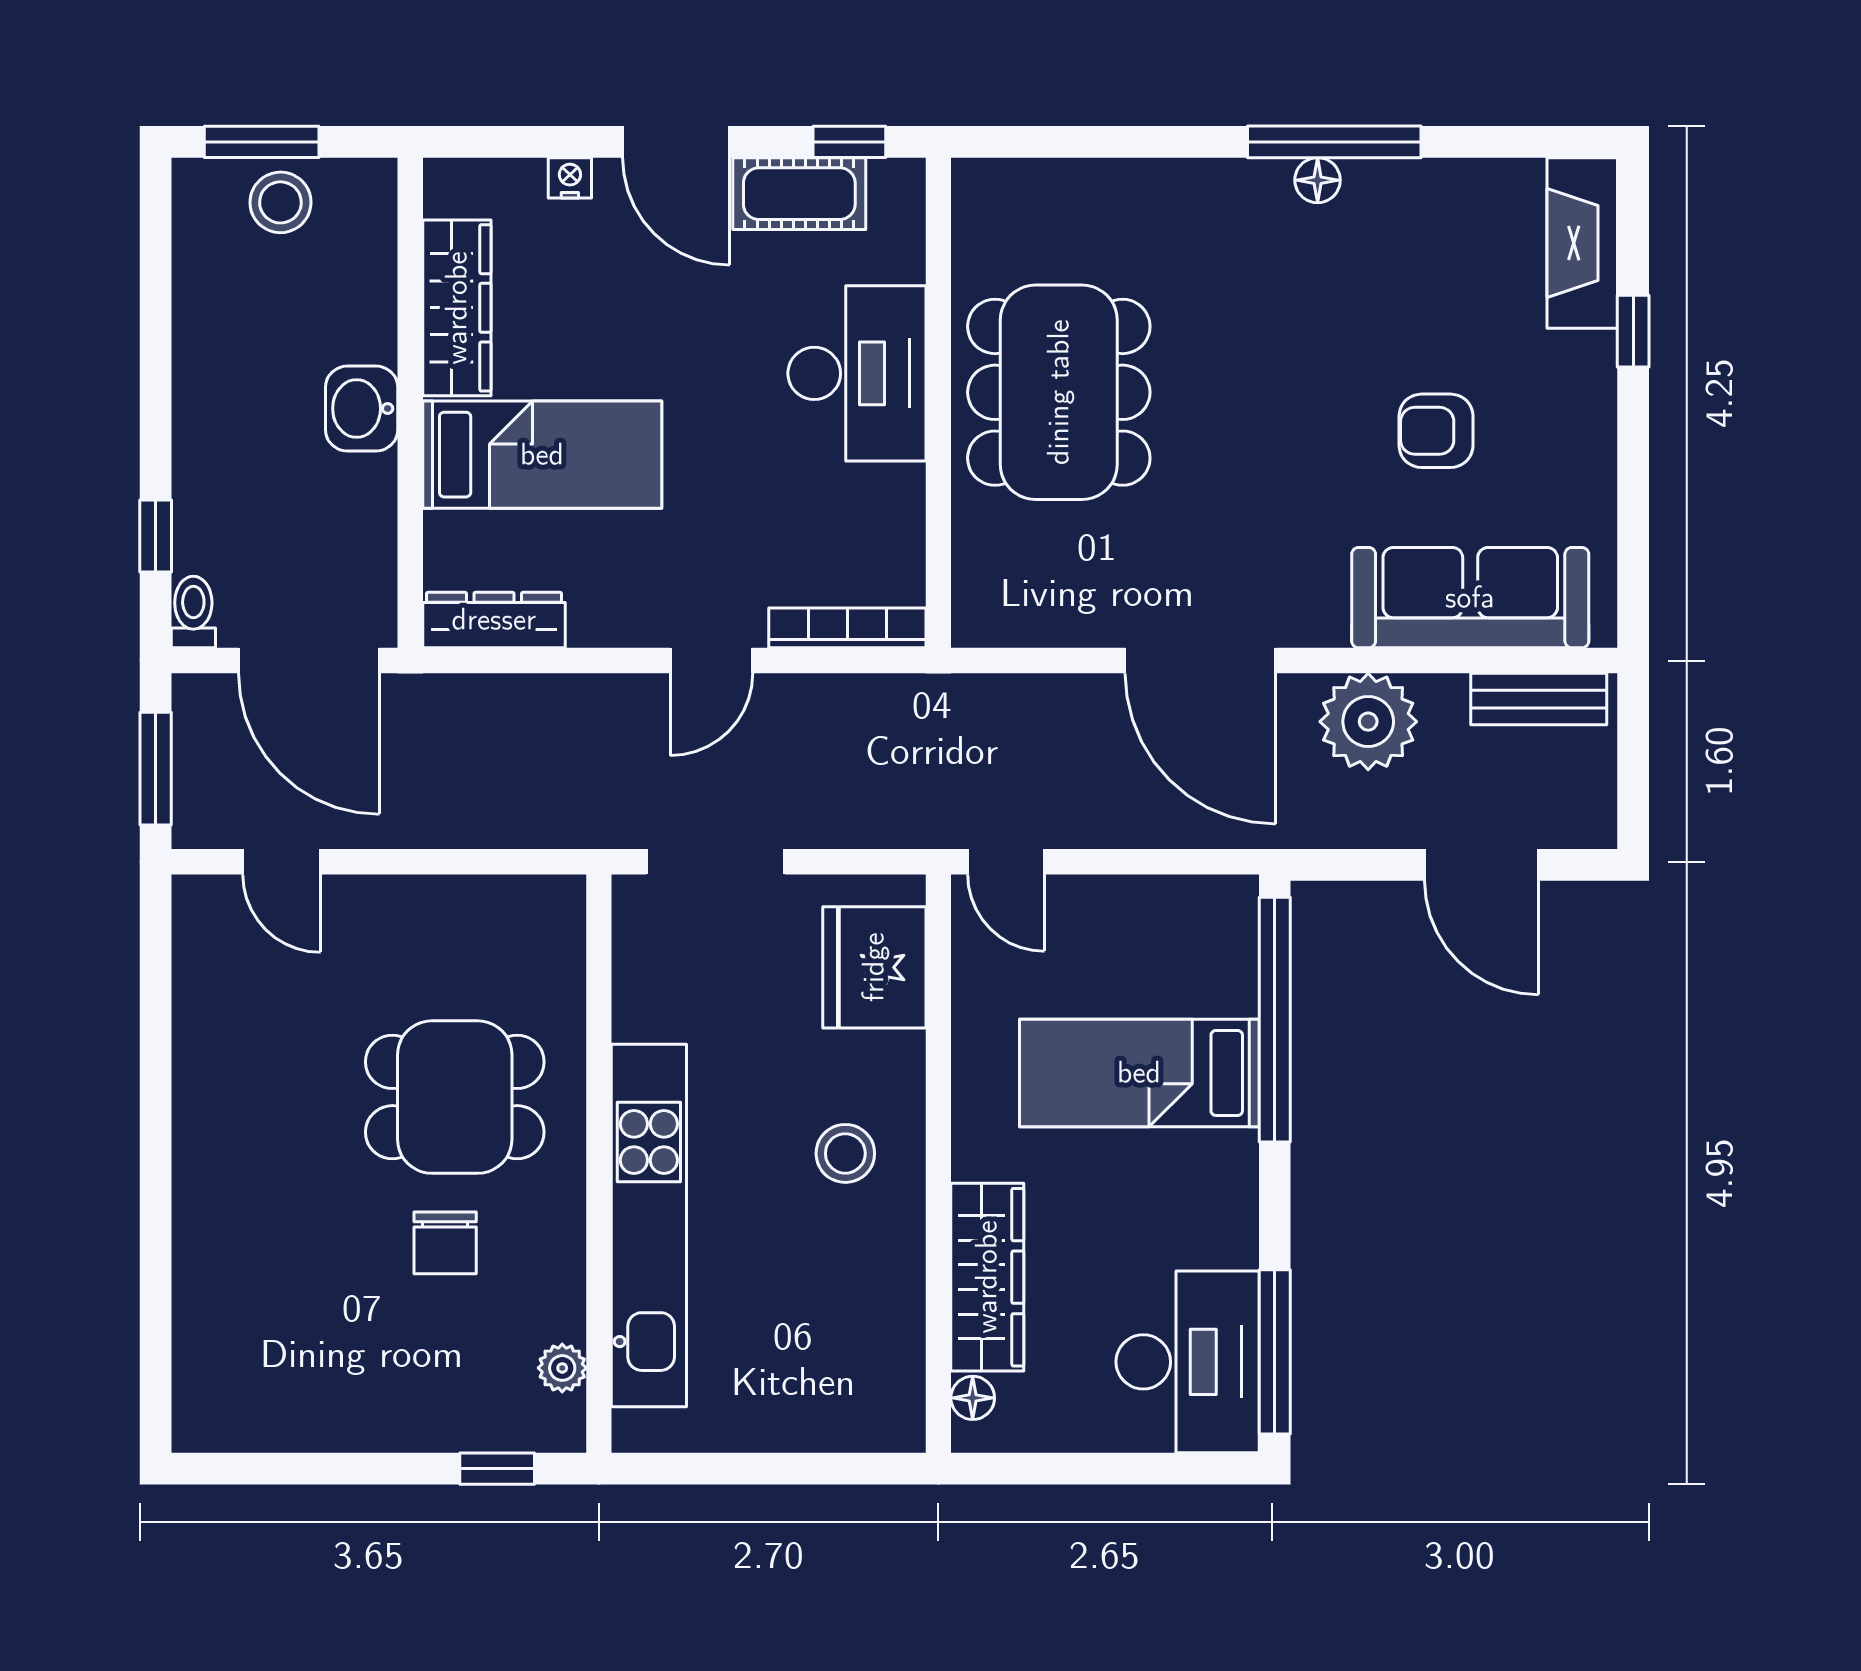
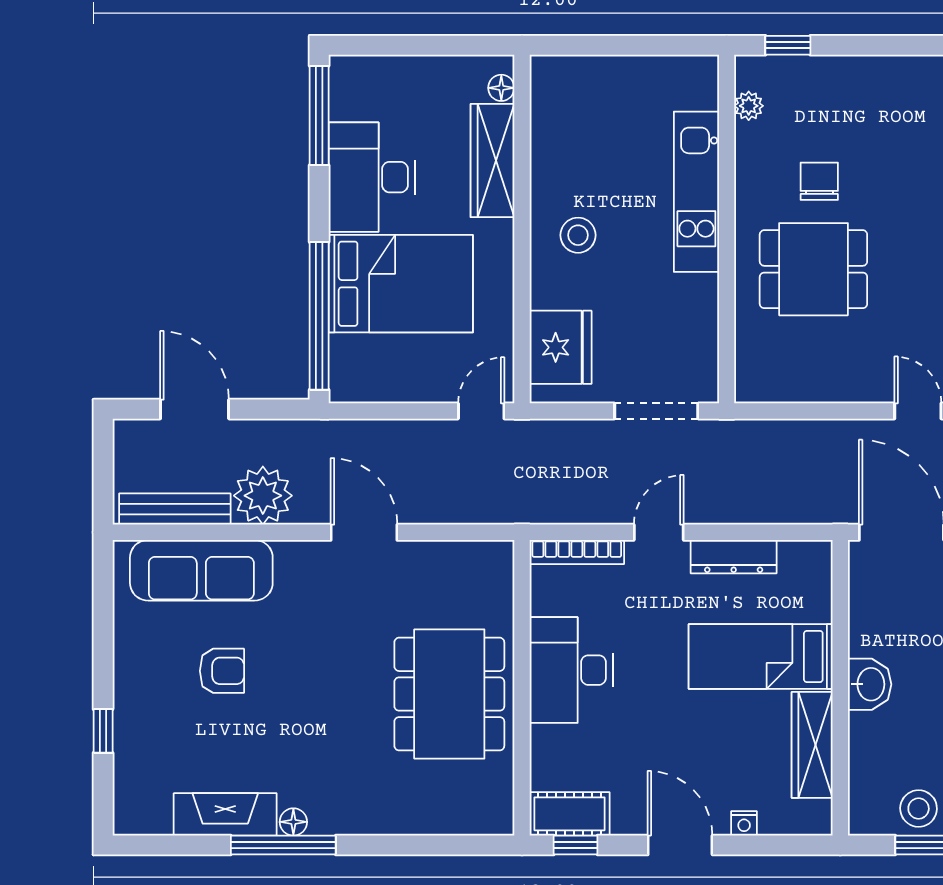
cot: (799, 194) -> (570, 814), moved
fireplace: (1582, 243) -> (225, 814), moved, turned -90
desk: (857, 373) -> (571, 670), moved
dresser: (494, 620) -> (734, 557), moved
door: (1200, 661) -> (364, 532), width x0.73
bench: (1539, 699) -> (175, 509), width x1.36
door: (1006, 862) -> (481, 411), hinge flipped
bed: (1139, 1073) -> (401, 284), width x1.50
kitchen unit: (649, 1225) -> (696, 192), width x0.73
desk: (1188, 1362) -> (372, 177), moved

